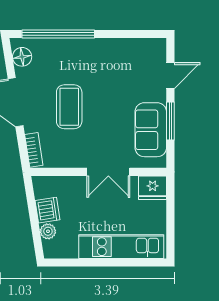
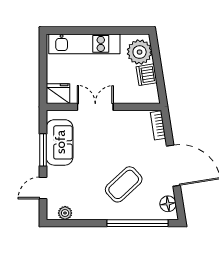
plant: (144, 46) -> (65, 213), added
coffee table: (69, 107) -> (124, 184), moved, turned 47
plant: (48, 231) -> (140, 52), width x1.88, depth x1.88

